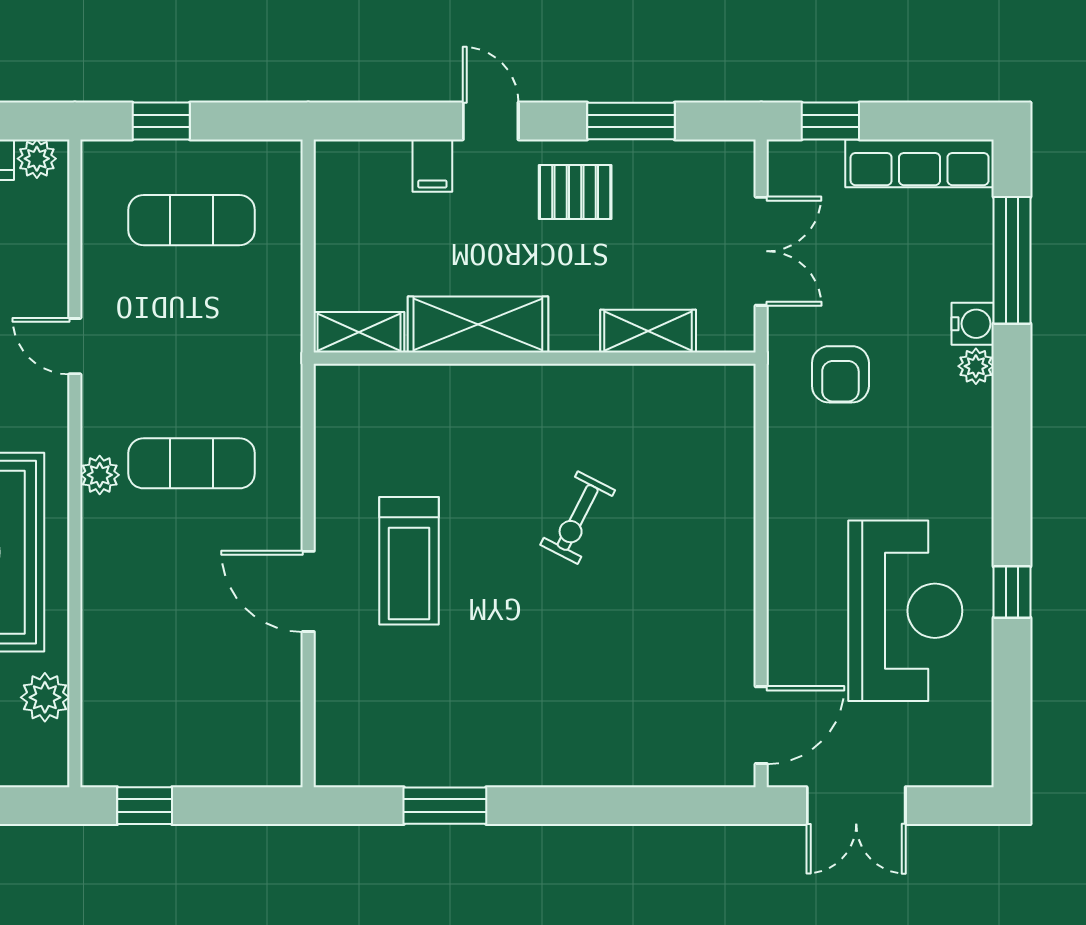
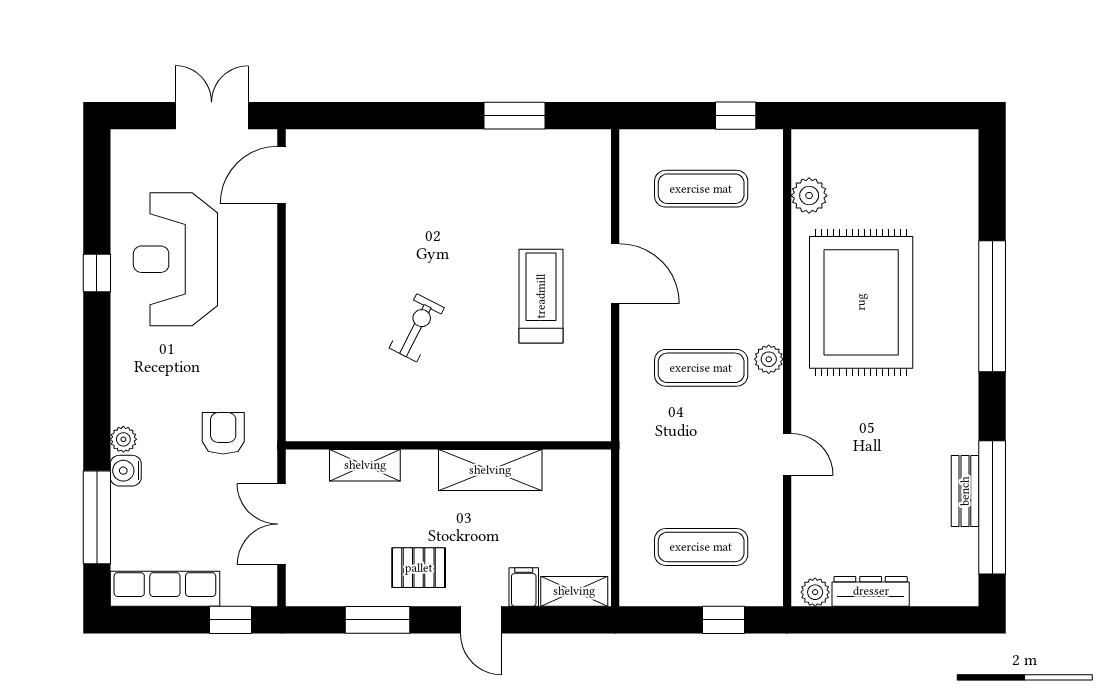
shelving: (359, 332) -> (574, 591), moved
exercise mat: (192, 707) -> (701, 189), added

